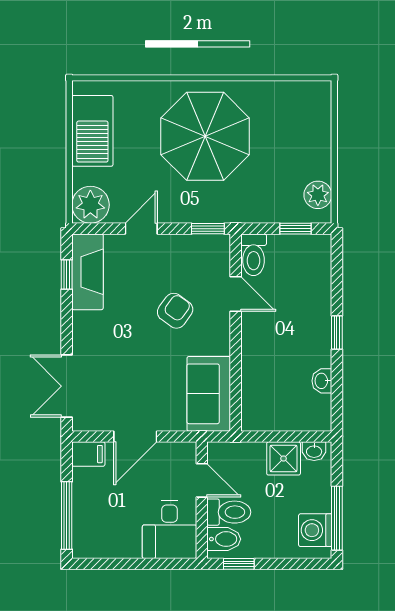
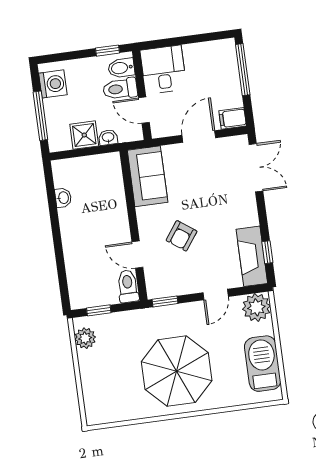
window: (337, 332) -> (57, 236), removed
washbasin: (314, 451) -> (108, 137), moved
window: (337, 518) -> (40, 116), moved

